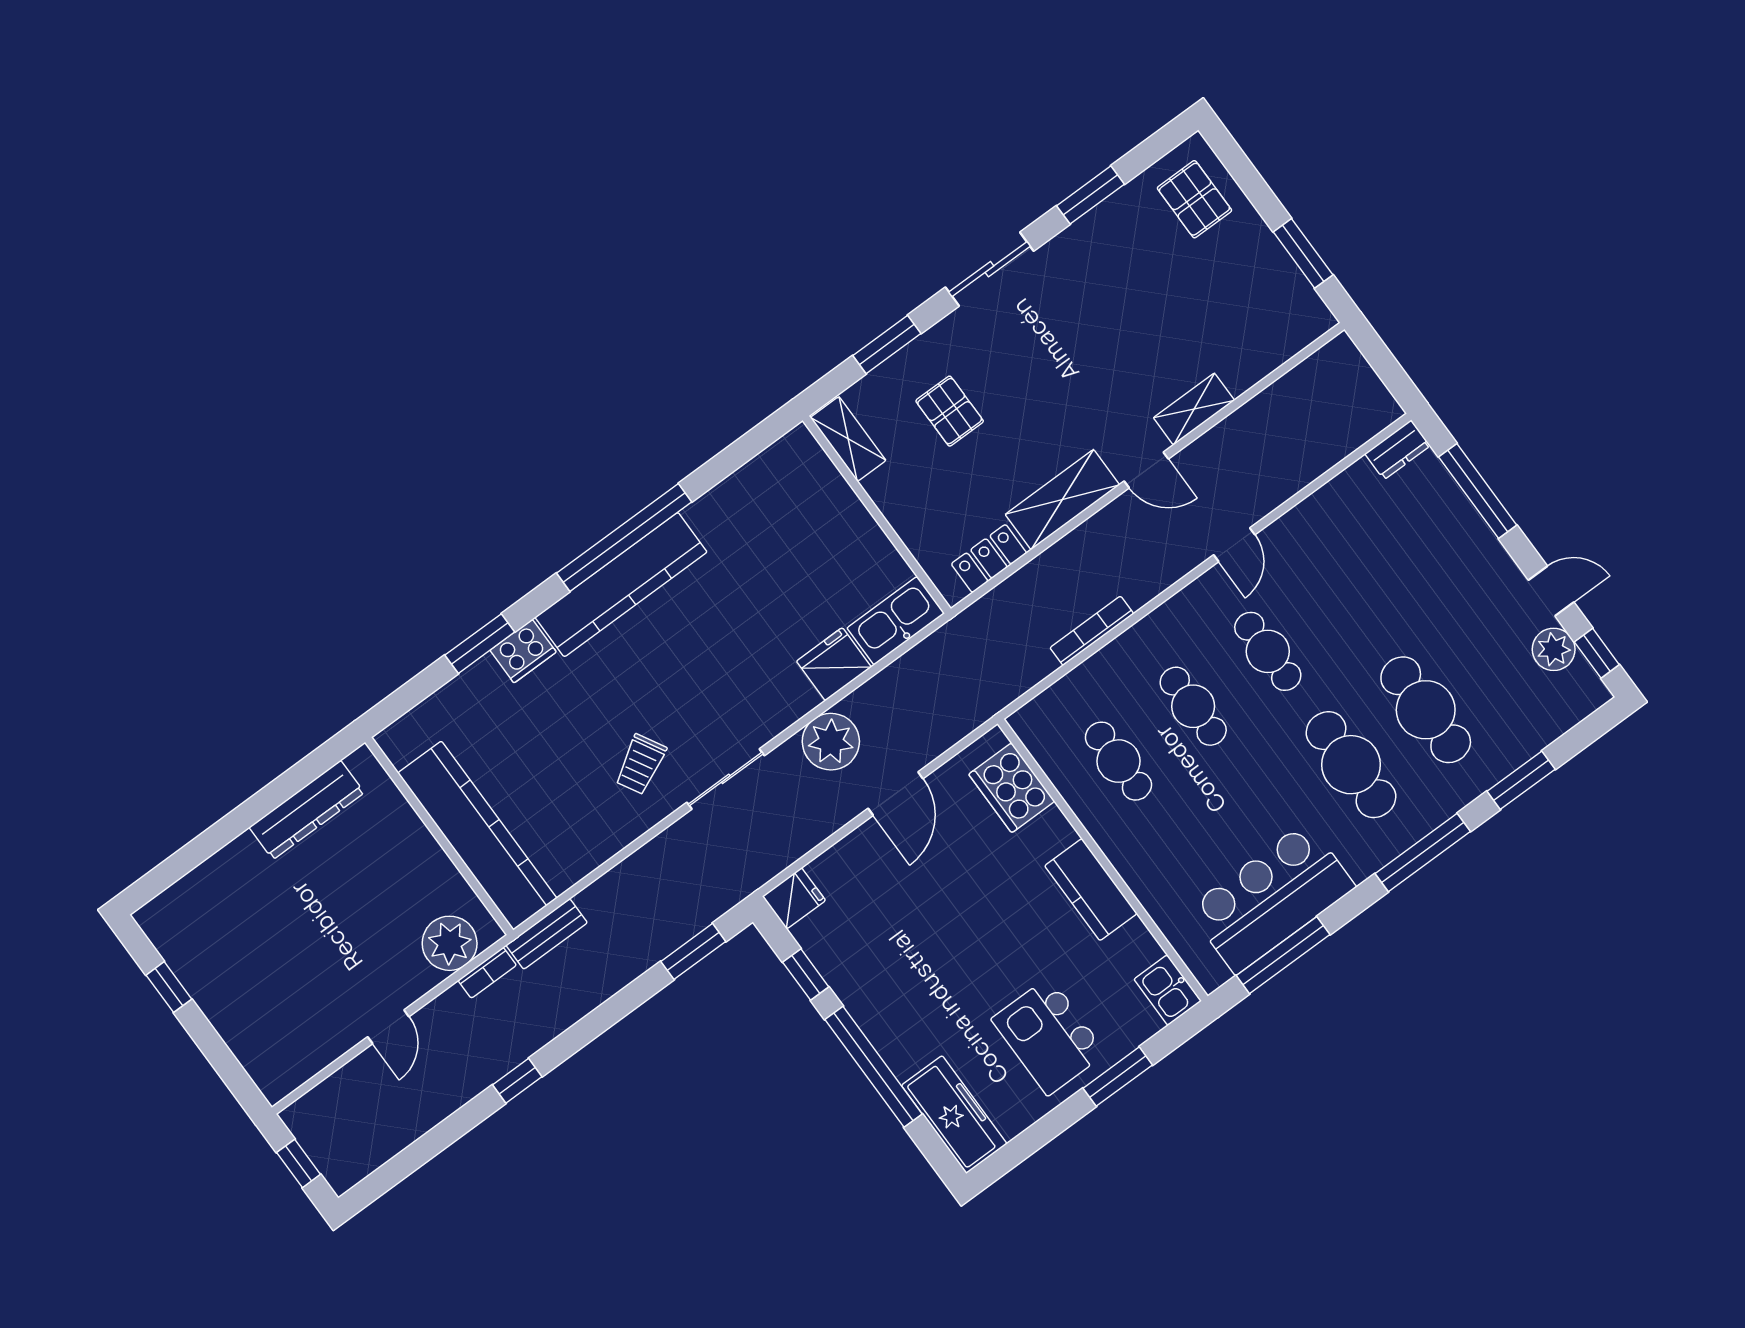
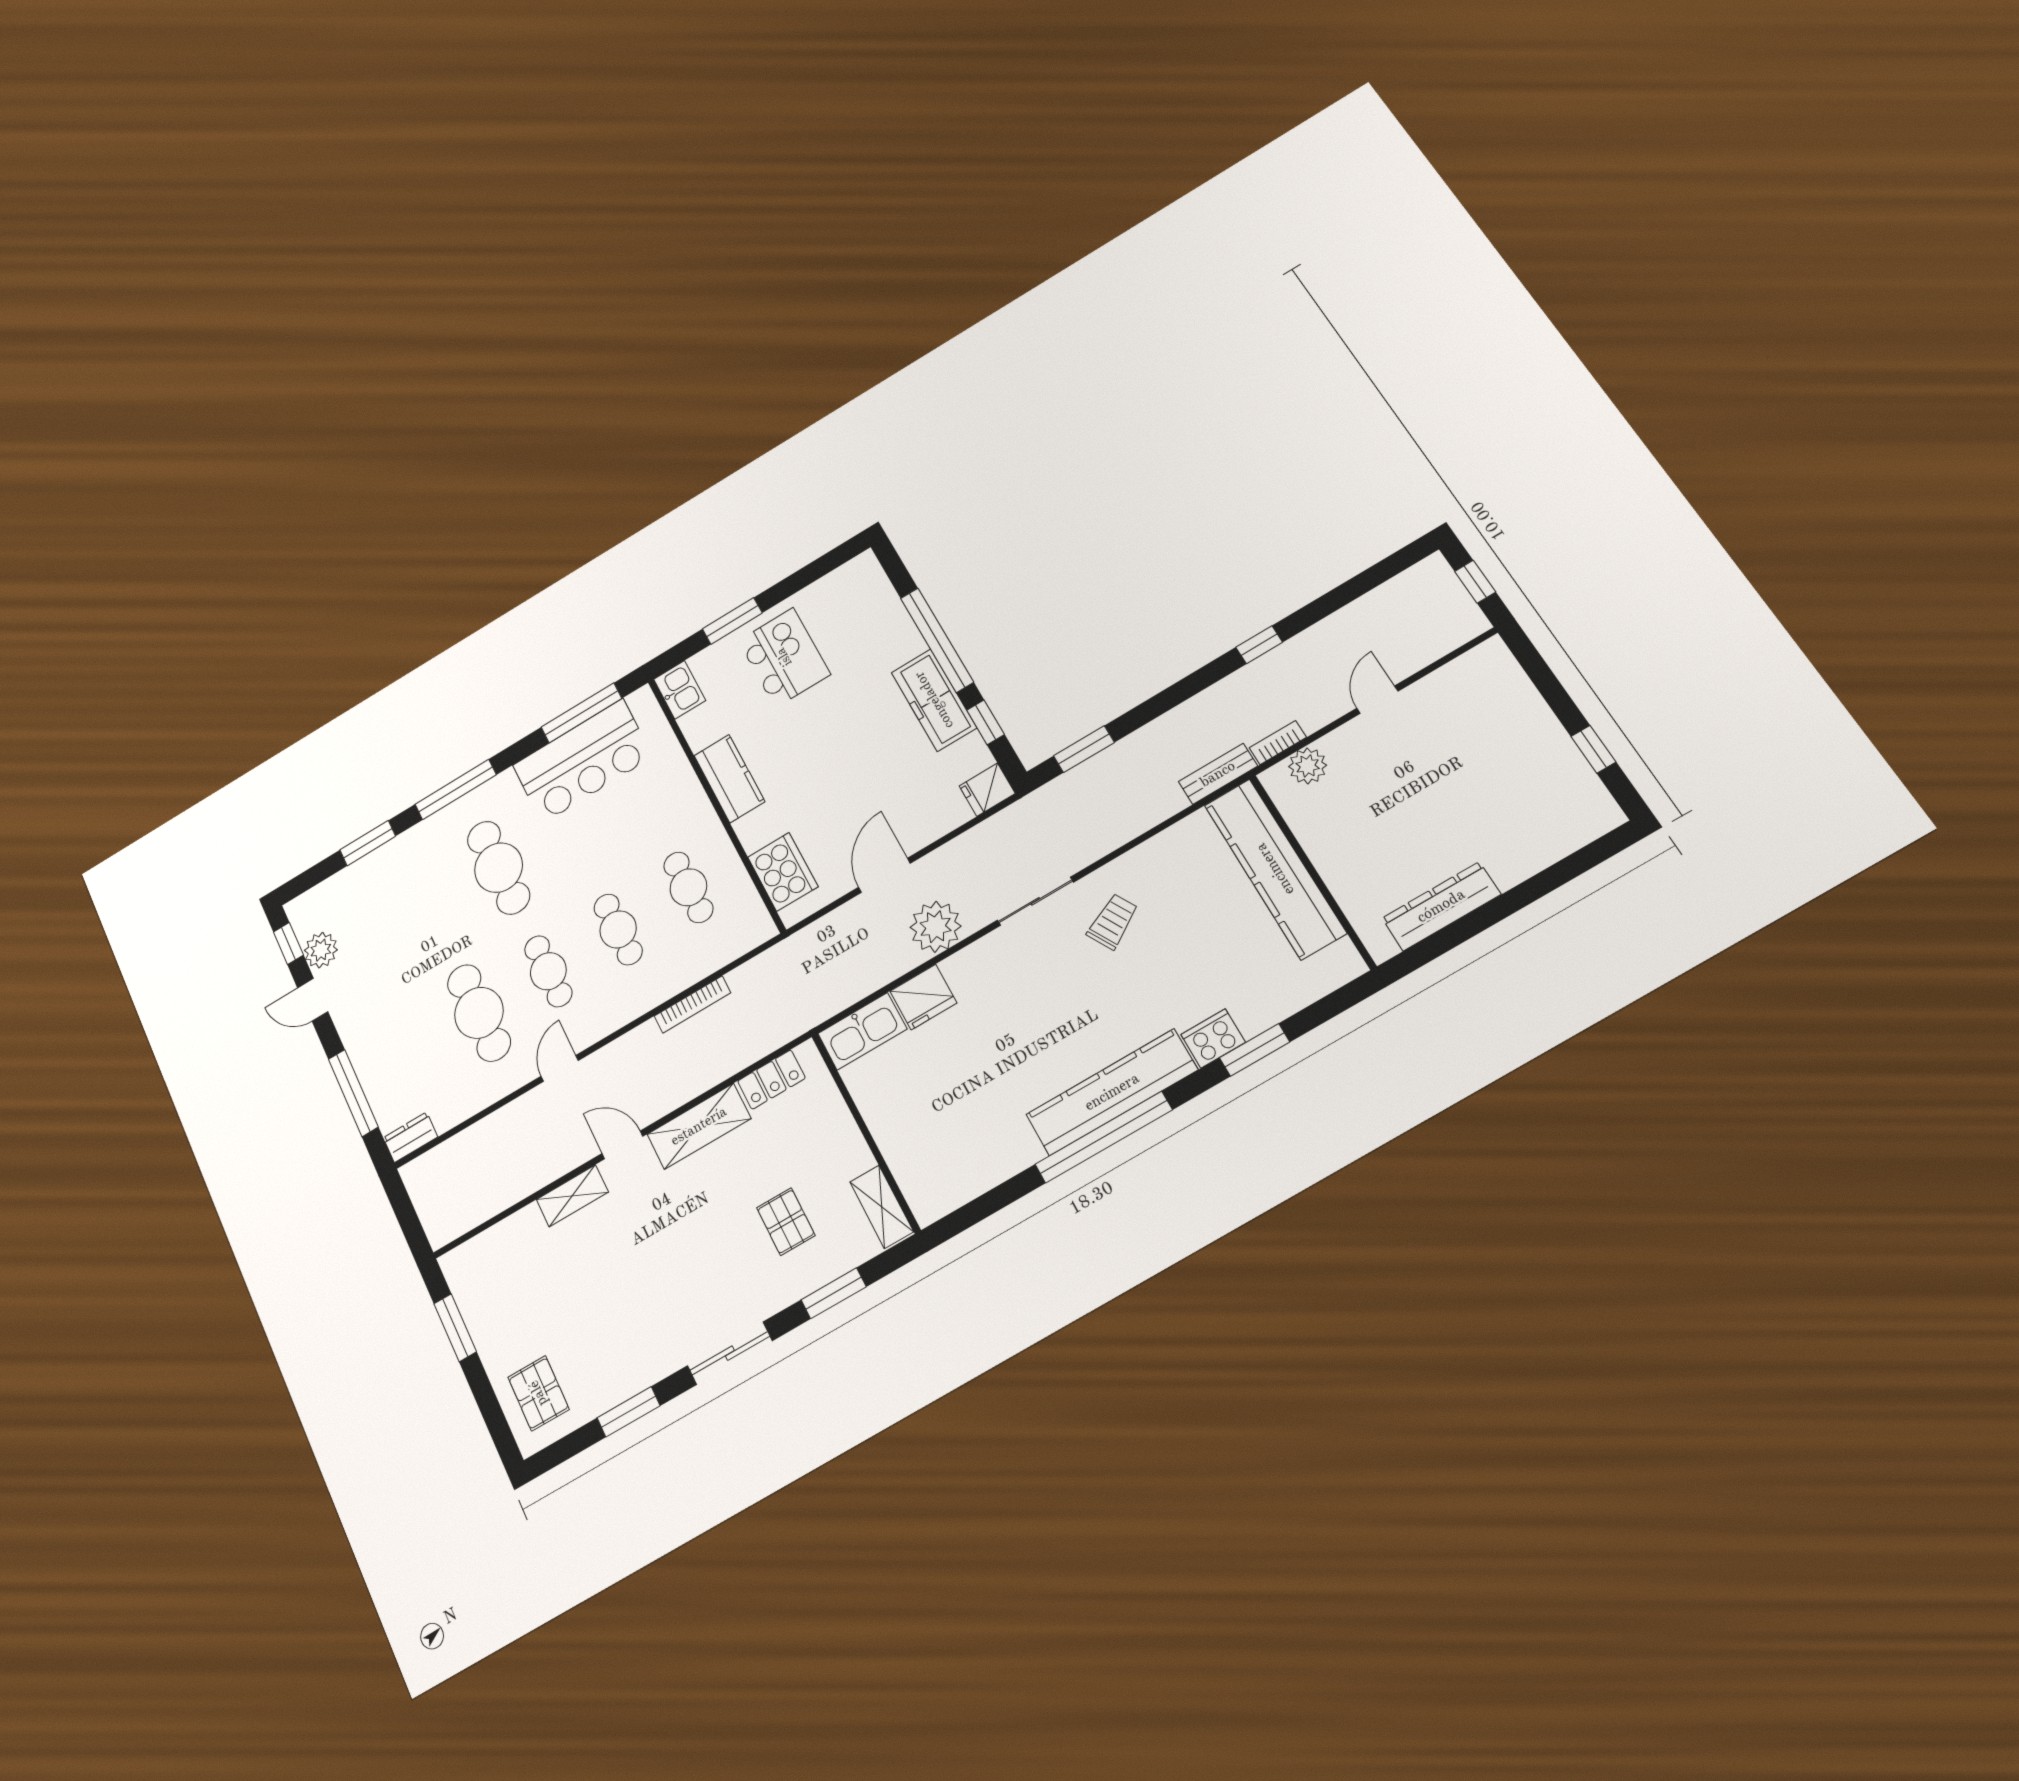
cafe table: (1426, 710) -> (479, 1013), moved
plant: (450, 943) -> (1308, 766), width x0.73, depth x0.73
freezer: (954, 1115) -> (934, 700), moved

